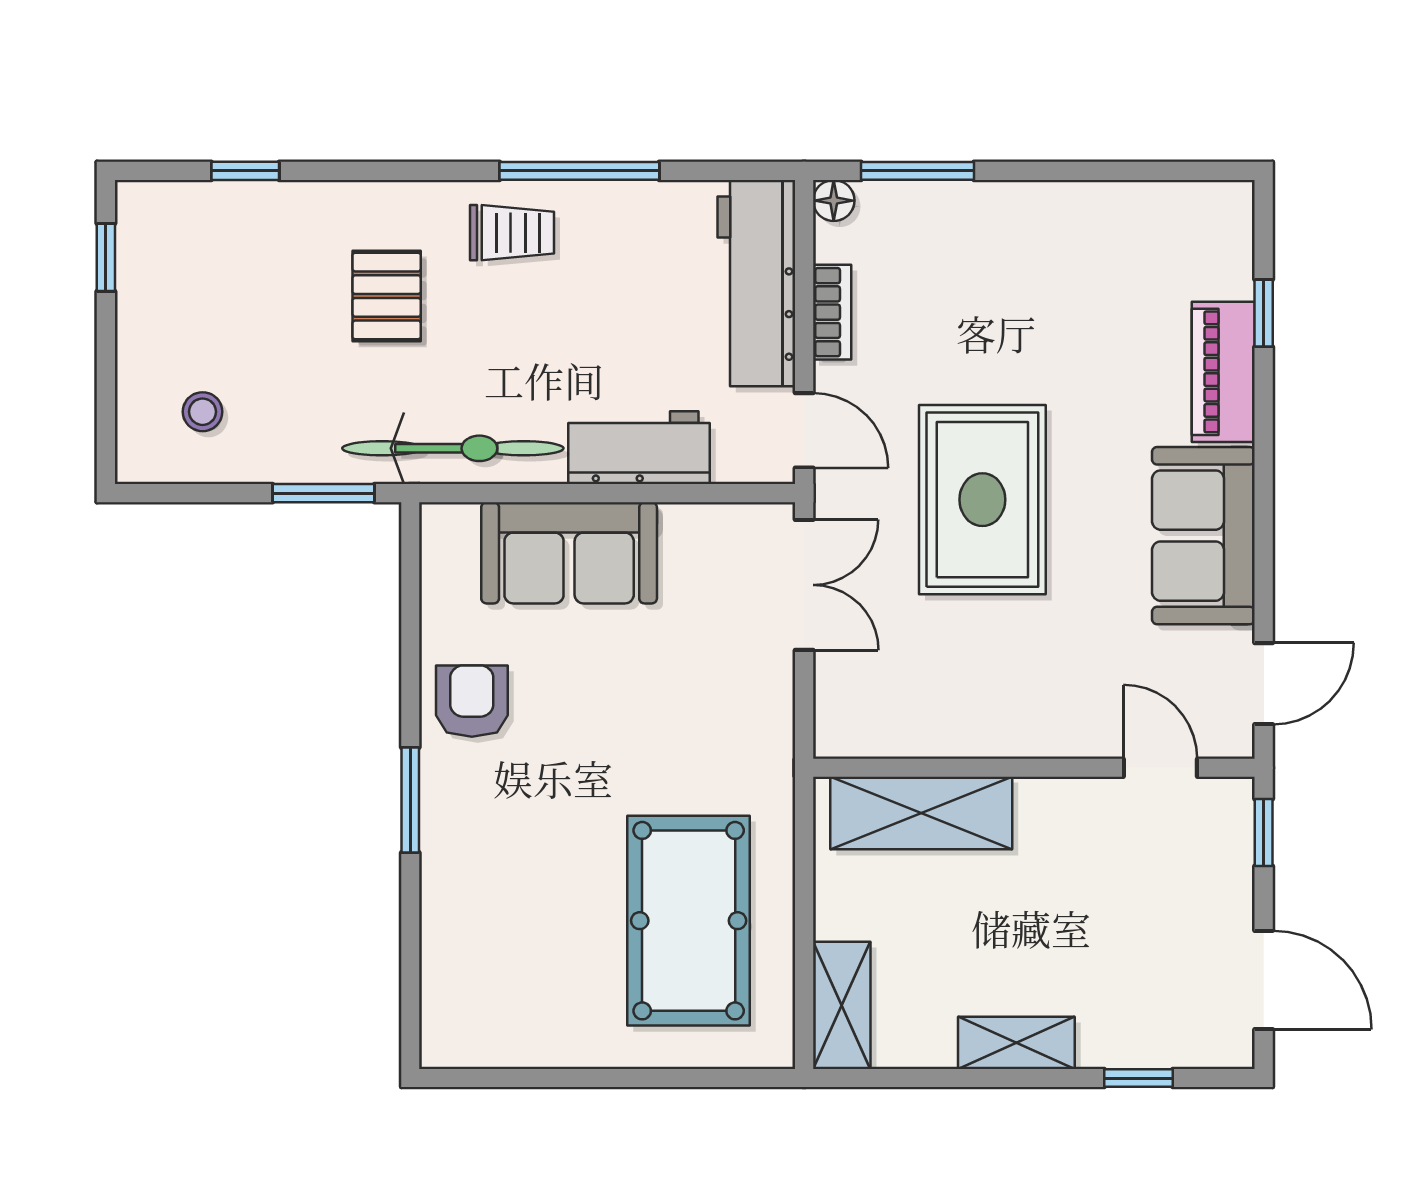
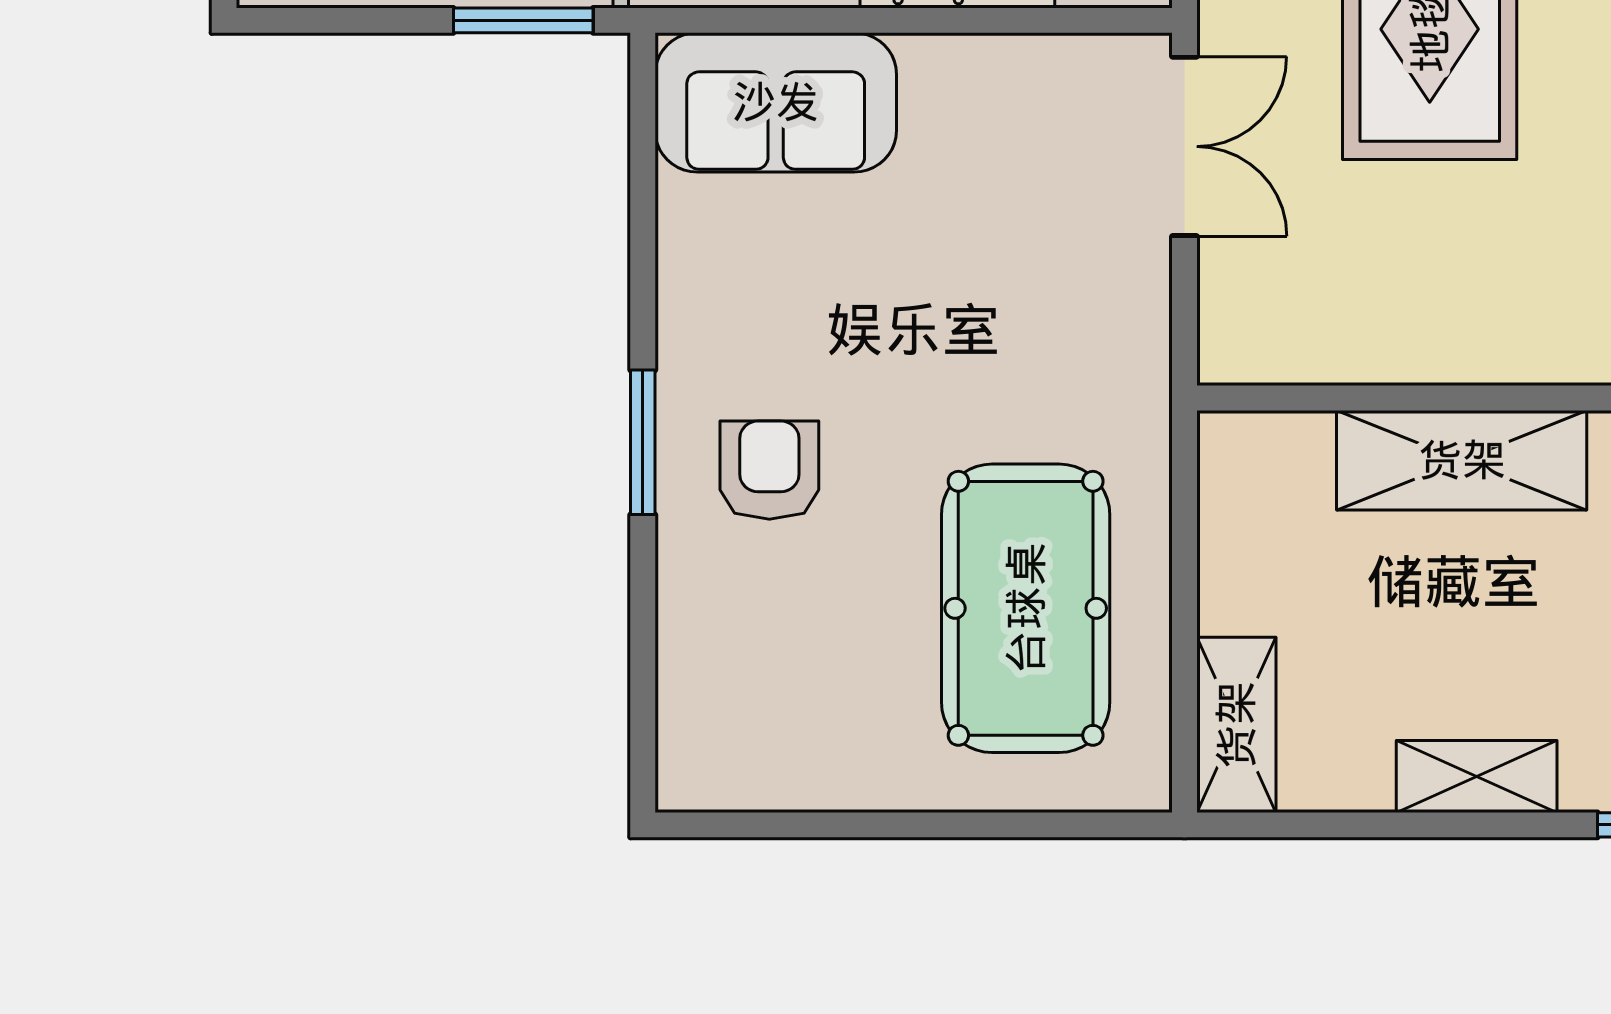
sofa: (569, 553) -> (776, 102), moved
armchair: (472, 701) -> (769, 470), moved
shelving: (921, 813) -> (1462, 460), moved

